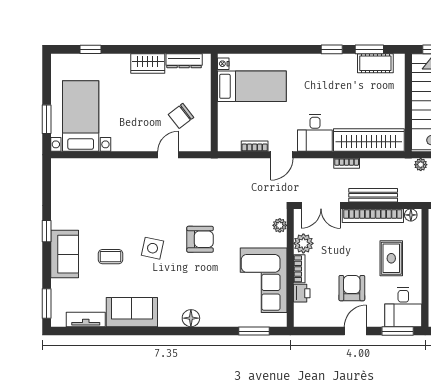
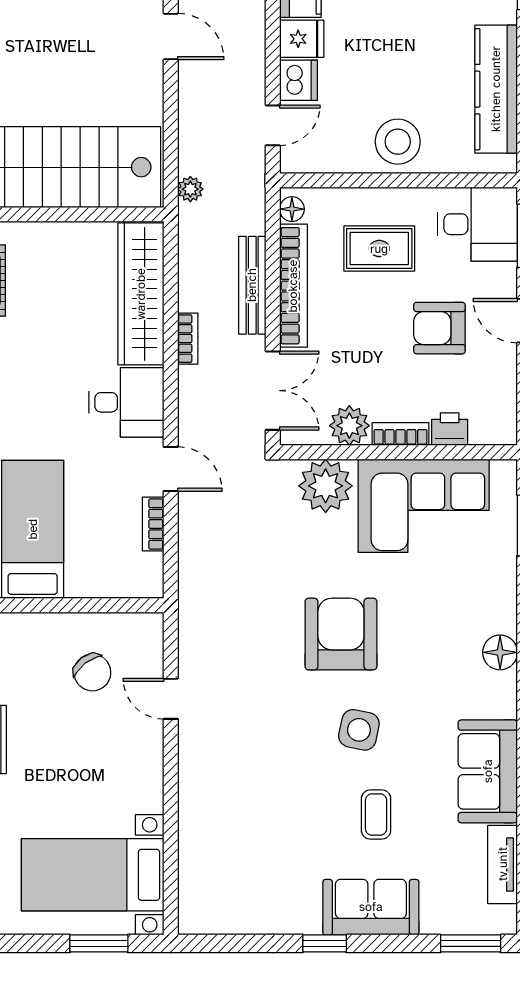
plant: (280, 225) -> (326, 486), width x1.87, depth x1.87
armchair: (200, 239) -> (341, 634), width x1.36, depth x1.36

